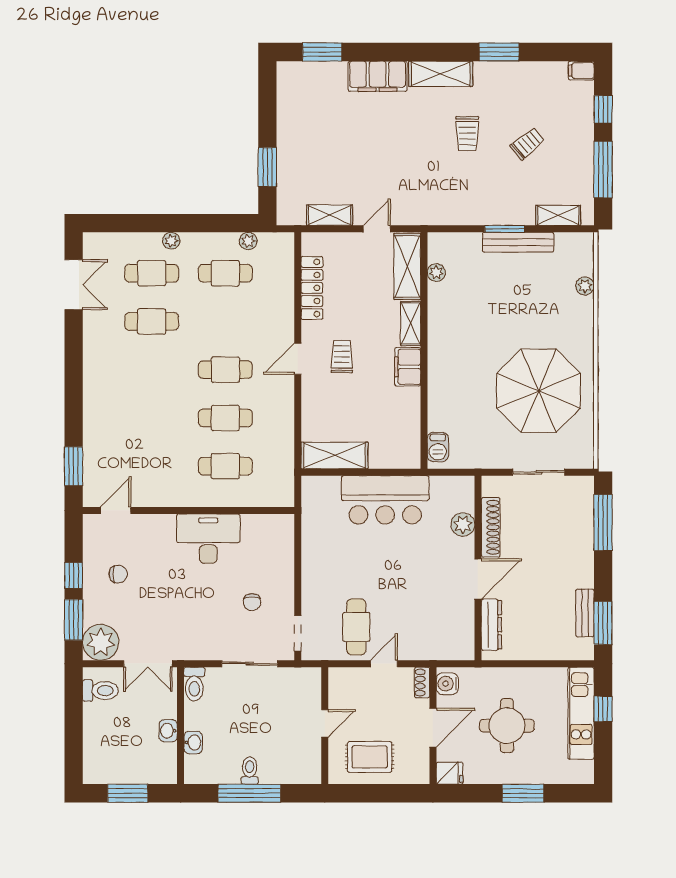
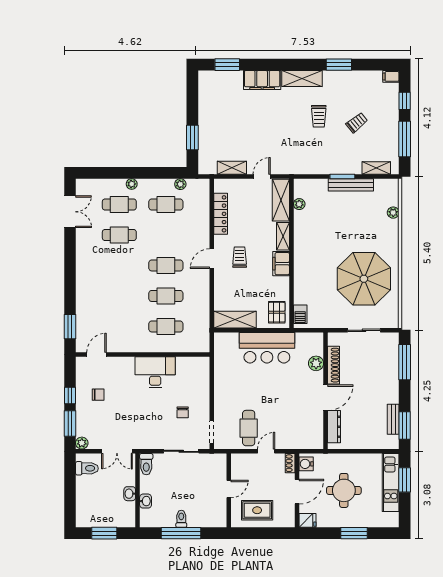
pallet: (401, 444) -> (277, 312), added
plant: (101, 642) -> (82, 443), width x0.53, depth x0.53
window: (603, 709) -> (405, 480), width x1.50

